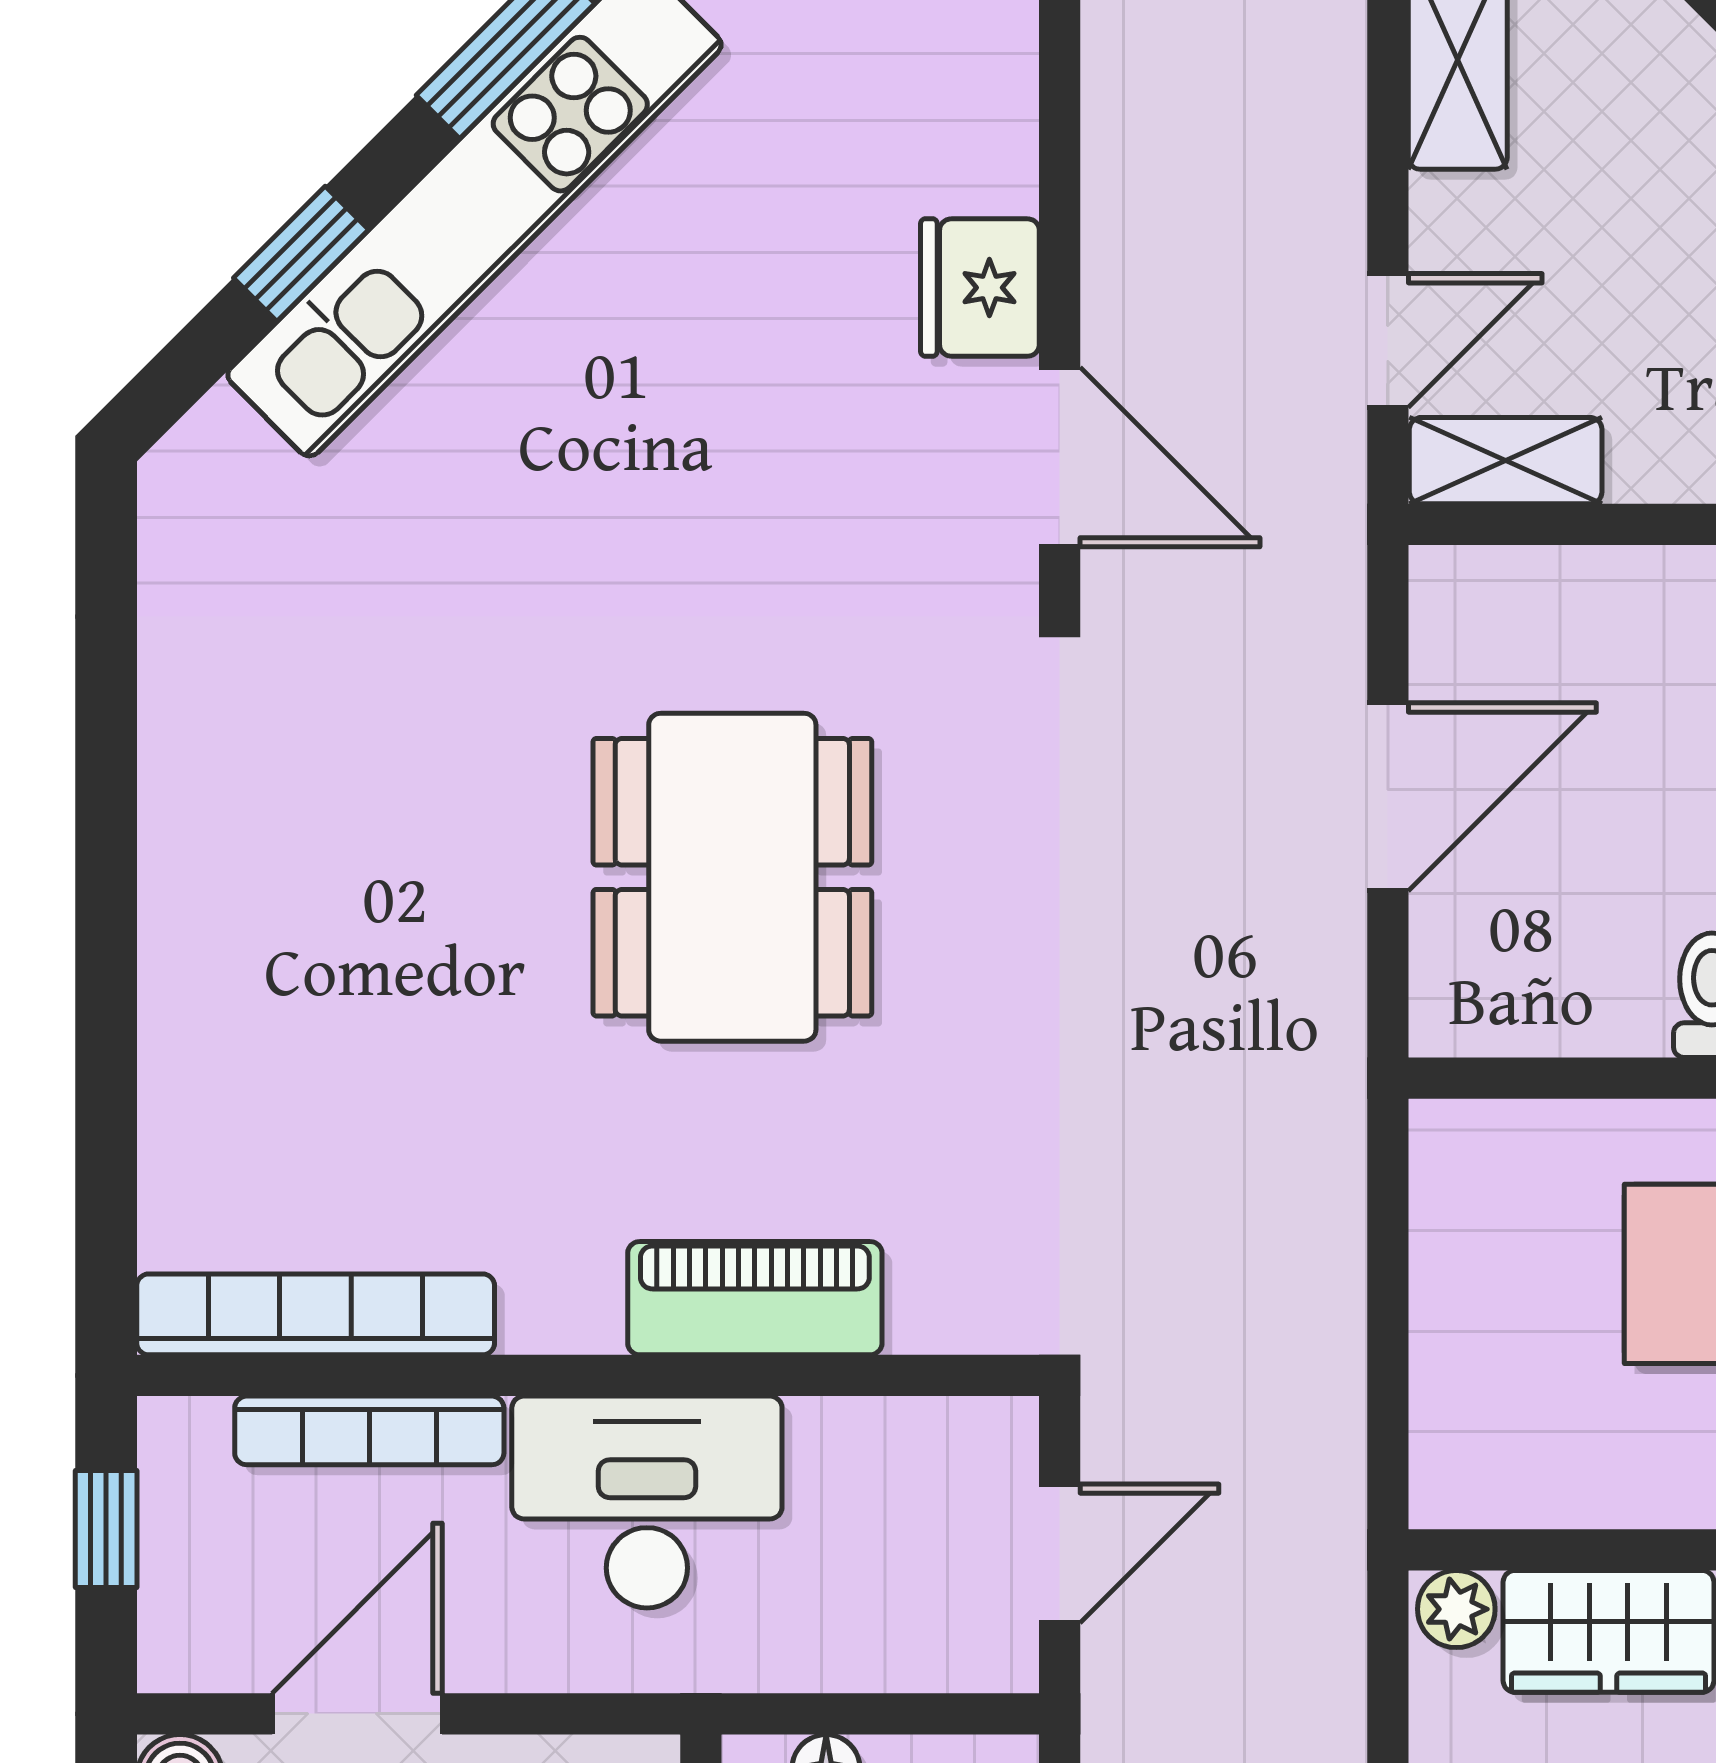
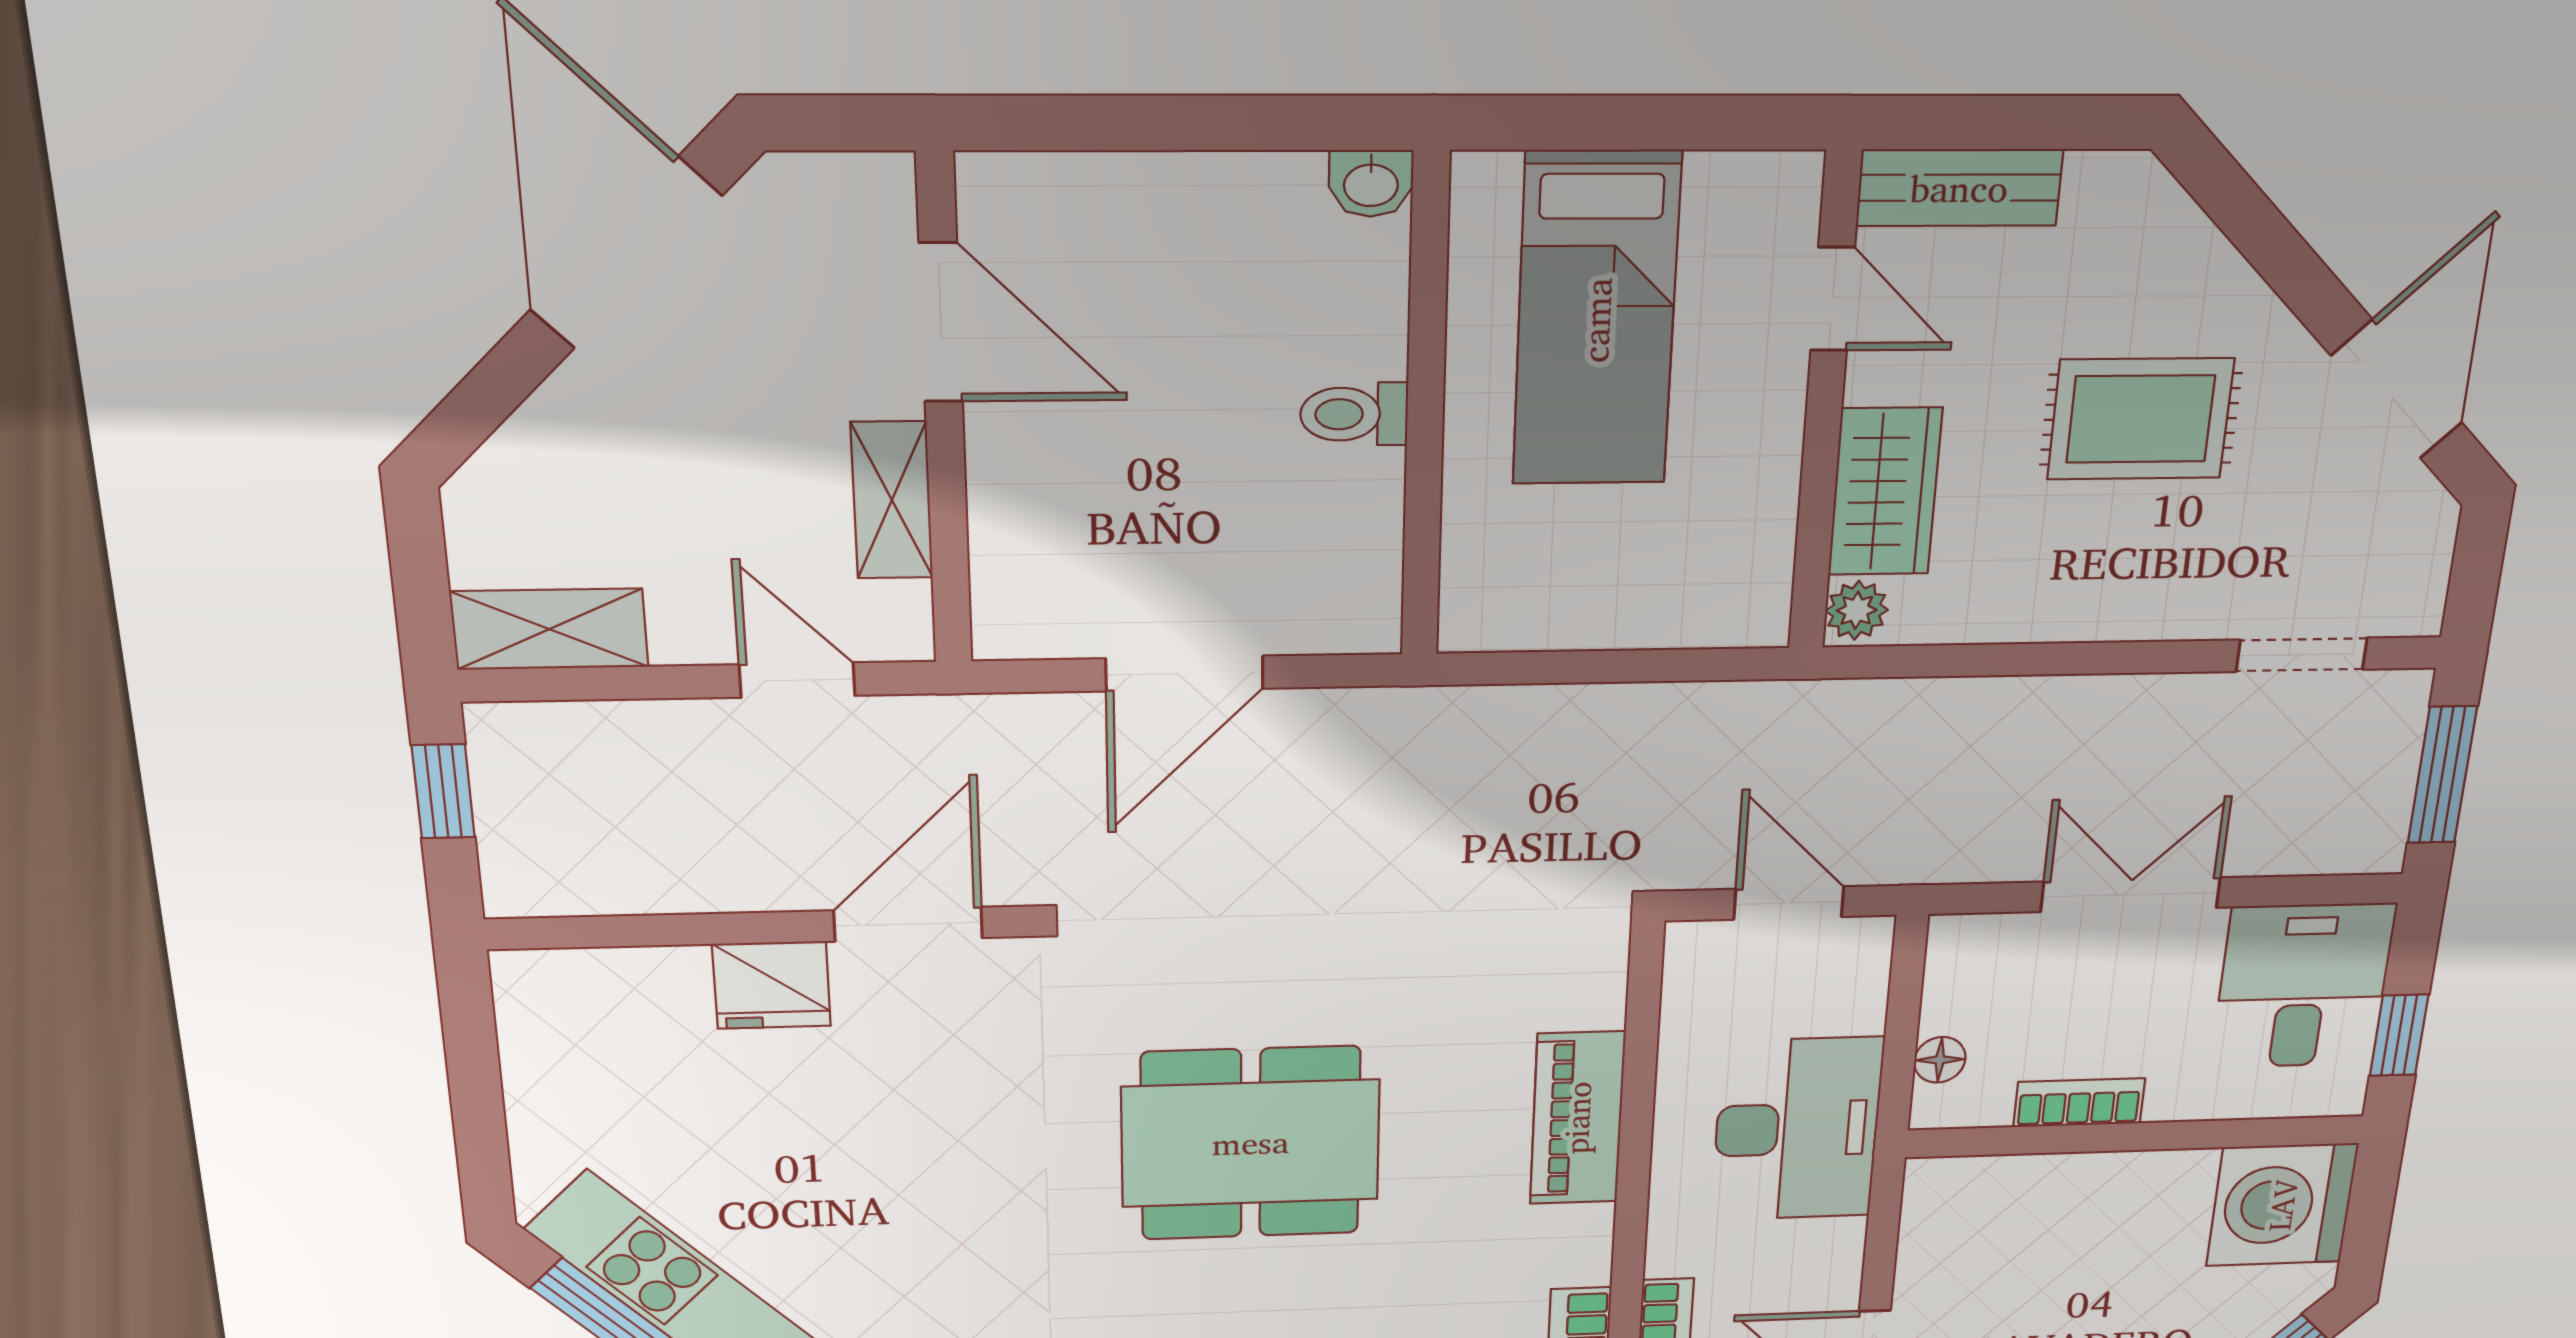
shelving: (1506, 461) -> (892, 500), moved
door: (1388, 797) -> (1185, 674), swing flipped
desk: (647, 1502) -> (1797, 1129), moved, turned 180

